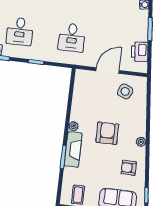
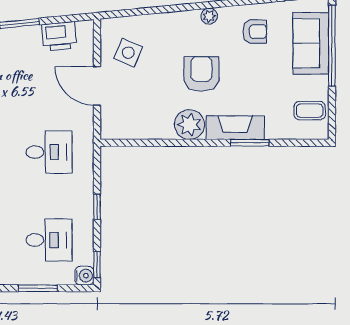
plant: (74, 126) -> (189, 125), width x1.87, depth x1.87
armchair: (107, 133) -> (201, 74), turned 90
armchair: (129, 168) -> (255, 32), turned -90

